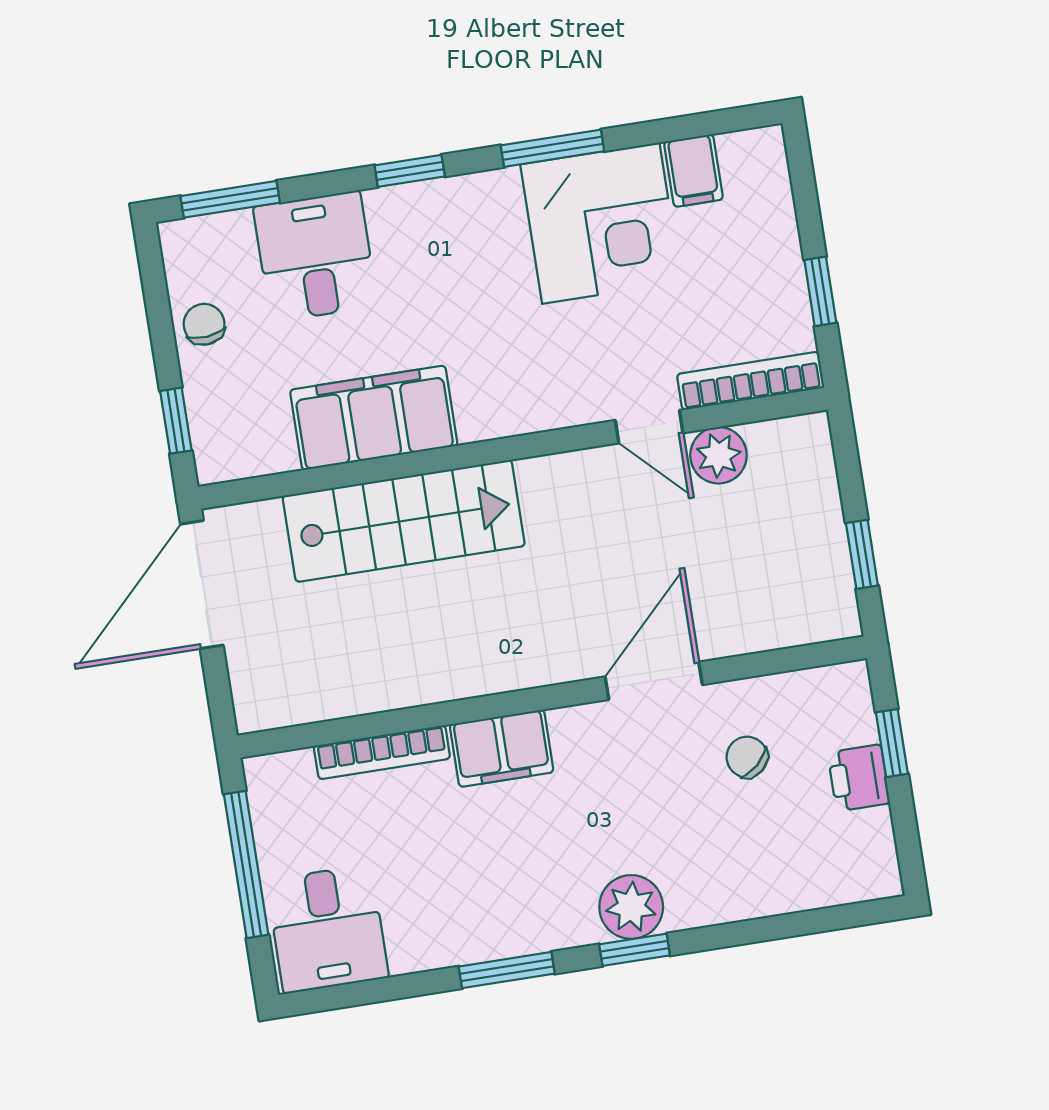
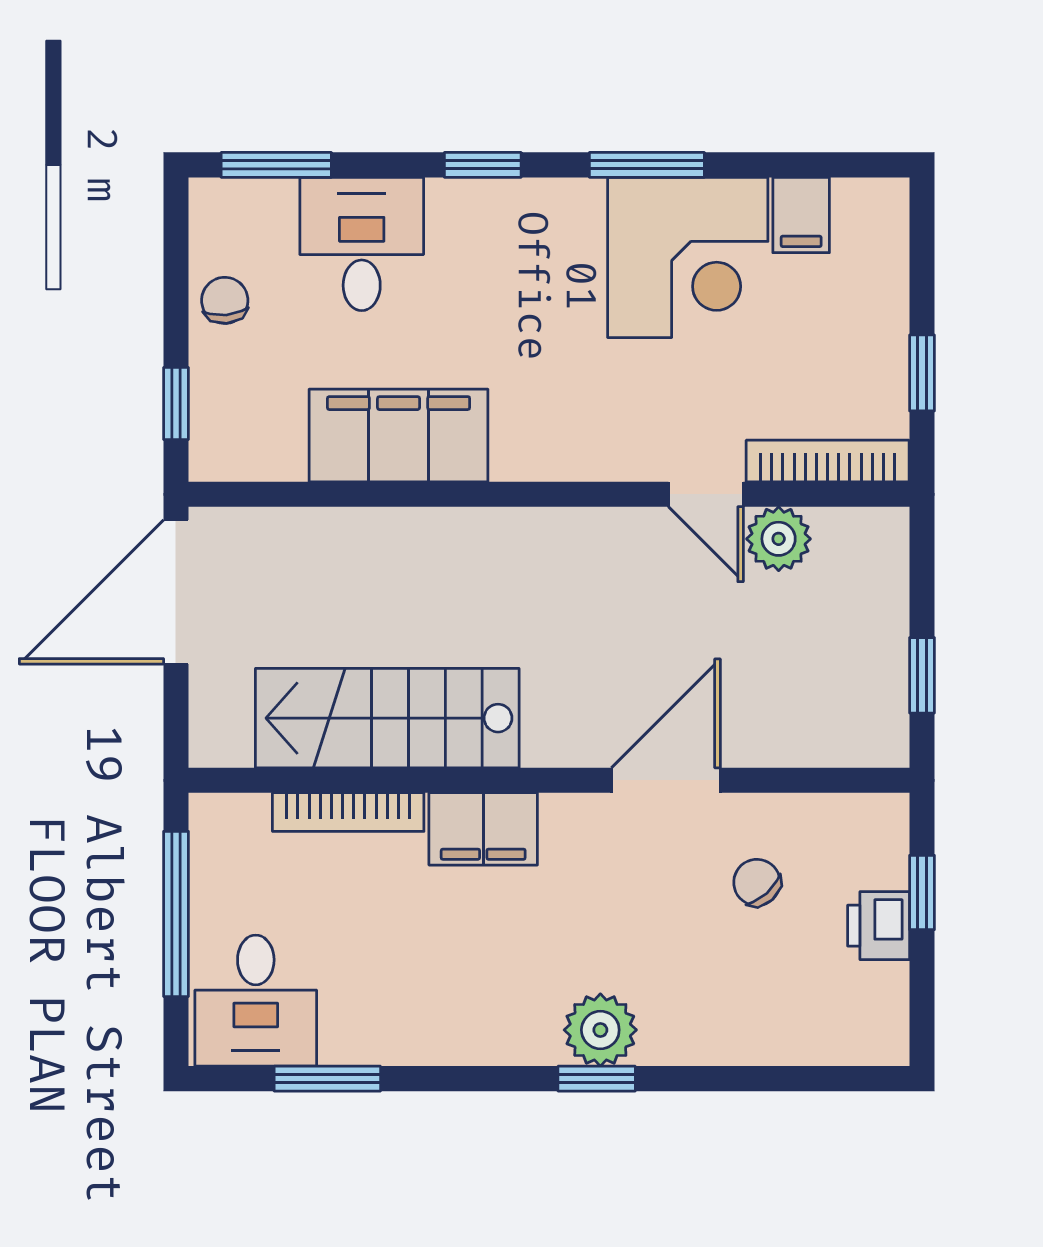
stairs: (404, 521) -> (387, 718), moved, turned 180
window: (507, 970) -> (327, 1079), moved

